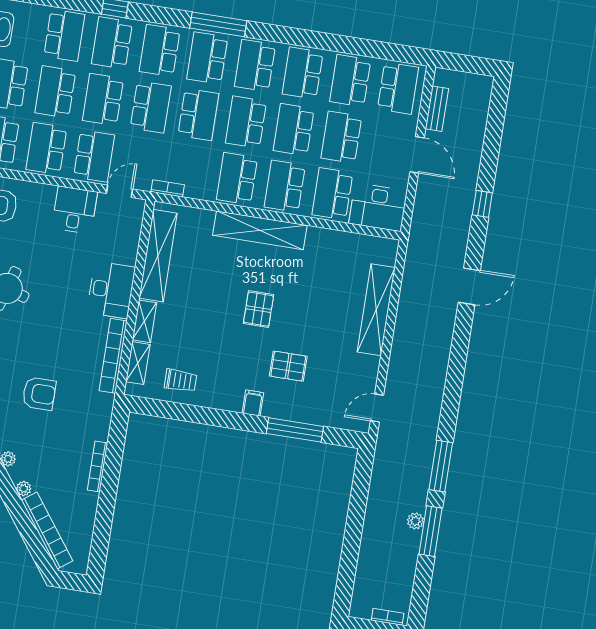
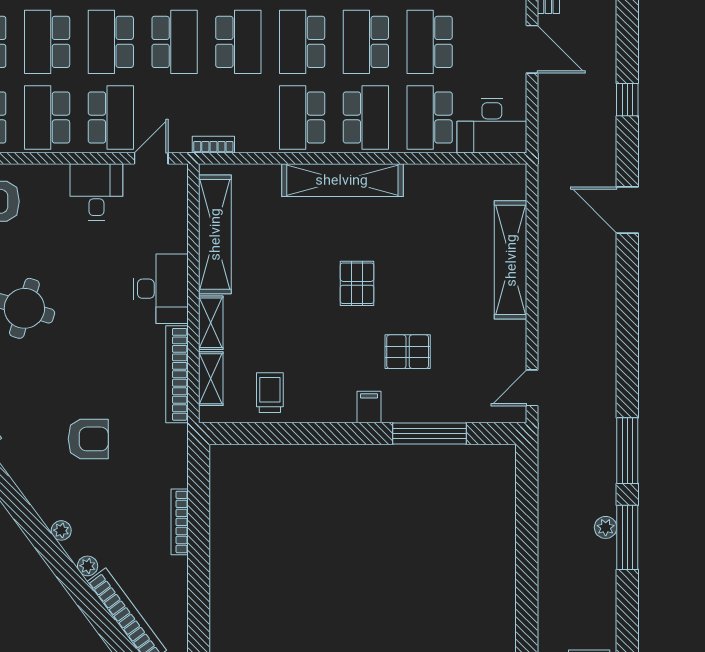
school desk: (285, 186) -> (366, 117), turned 180
door: (469, 286) -> (627, 210), swing flipped
trolley: (180, 380) -> (270, 393), turned -90

